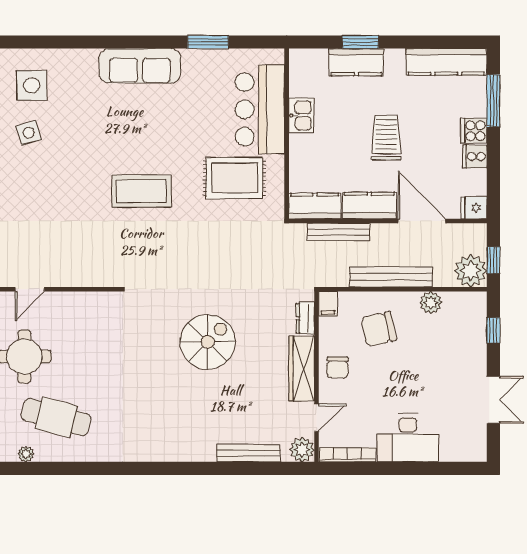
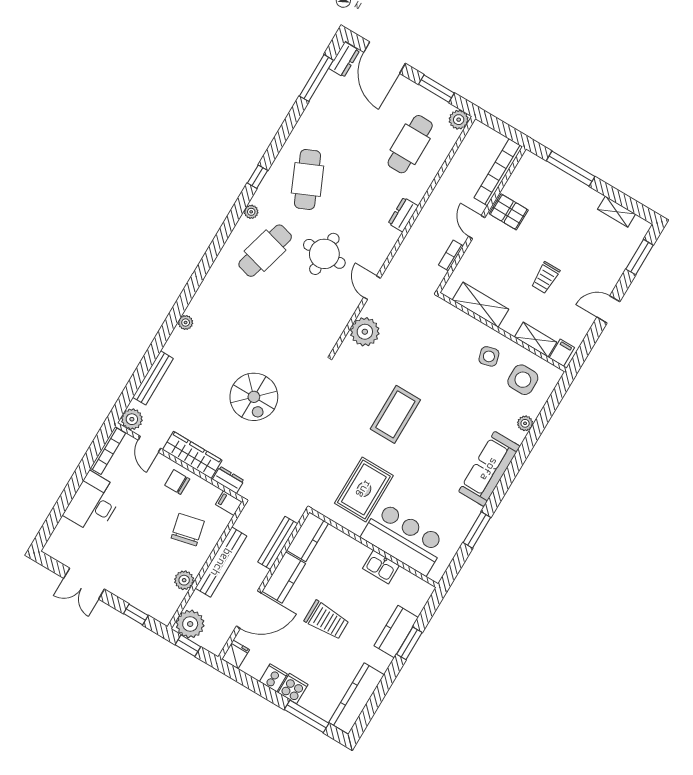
plant: (74, 57) -> (525, 423), added
plant: (78, 270) -> (365, 332), added
plant: (174, 454) -> (186, 323), added

